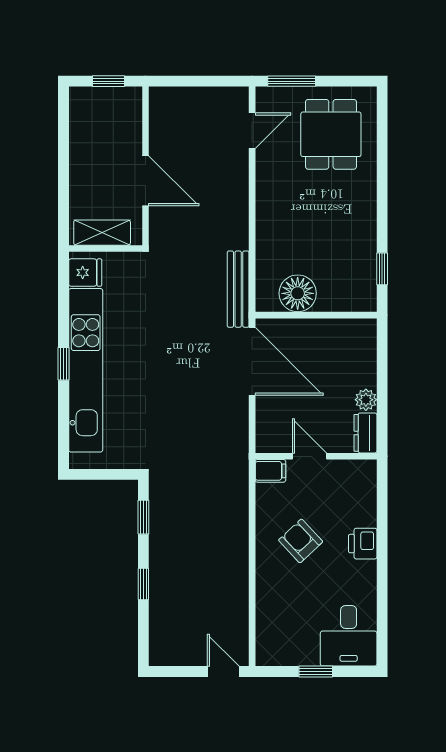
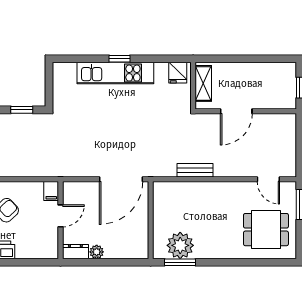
plant: (356, 269) -> (180, 245), added
window: (382, 269) -> (180, 262), width x1.50
bench: (238, 289) -> (195, 170), moved, width x0.73
floor lamp: (298, 293) -> (164, 208), removed
kitchen unit: (86, 370) -> (115, 73), width x0.73

